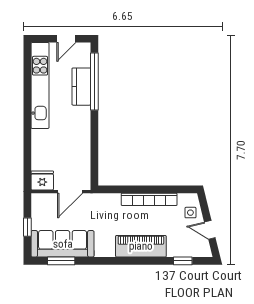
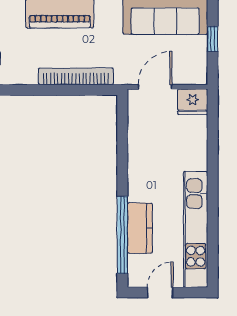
bookcase: (149, 199) -> (76, 76), moved

